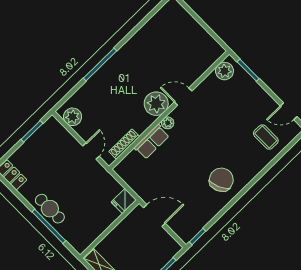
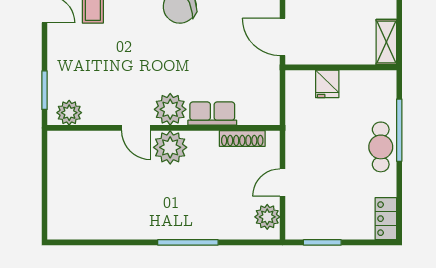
plant: (168, 123) -> (170, 109), width x1.88, depth x1.88
door: (91, 151) -> (282, 182), moved
fridge: (124, 201) -> (327, 84), moved, turned 90

